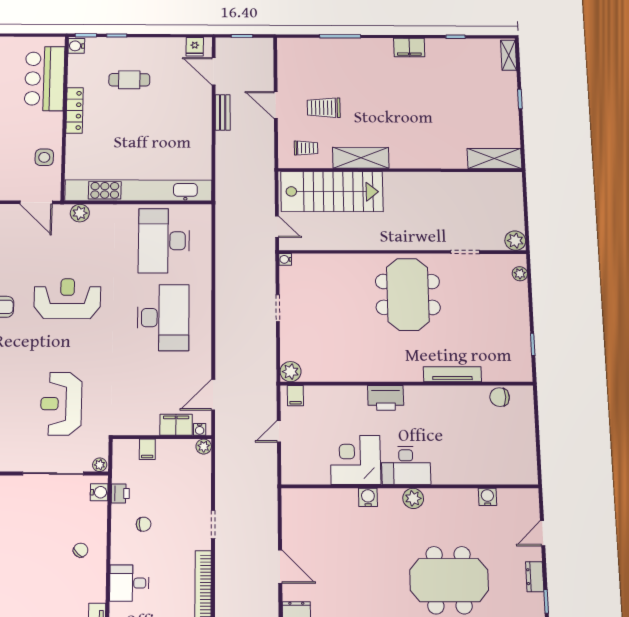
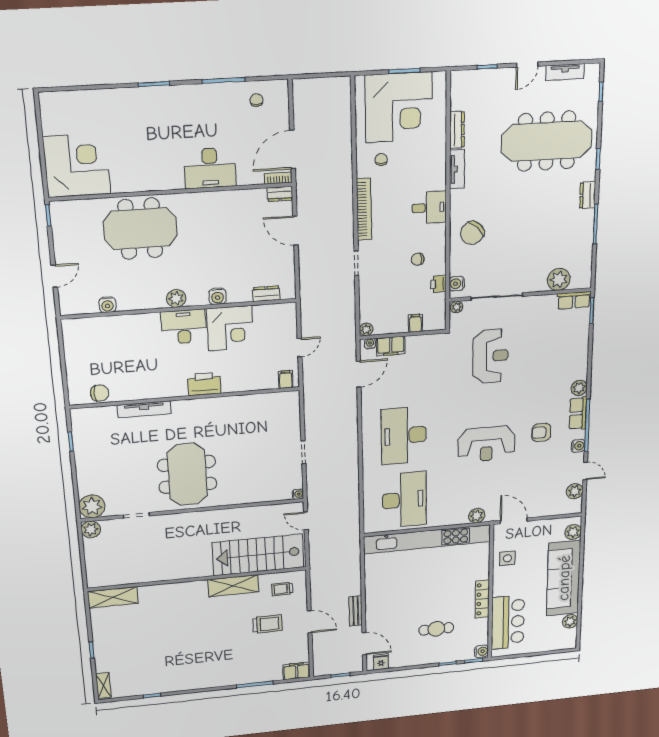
filing cabinet: (409, 48) -> (297, 671), moved
plant: (520, 274) -> (92, 506), width x1.87, depth x1.87
plant: (290, 372) -> (291, 400), removed
chair: (81, 550) -> (472, 233), width x1.87, depth x1.87
dresser: (535, 577) -> (266, 294), moved, turned -90

